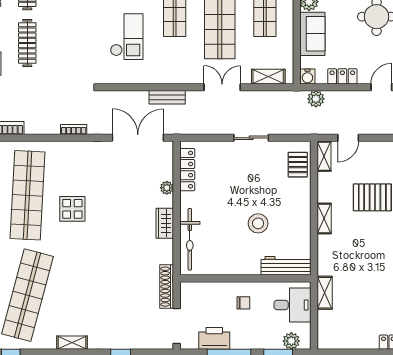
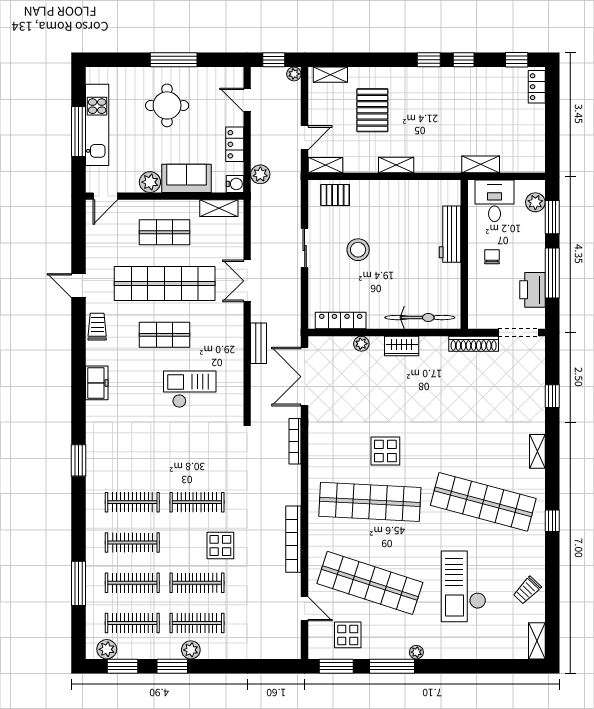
shelving: (268, 77) -> (219, 208), moved, turned 90
bookcase: (74, 129) -> (295, 441), width x1.56
door: (348, 138) -> (305, 138), hinge flipped
stool: (258, 223) -> (358, 250), moved
workbench: (286, 266) -> (450, 234), moved

